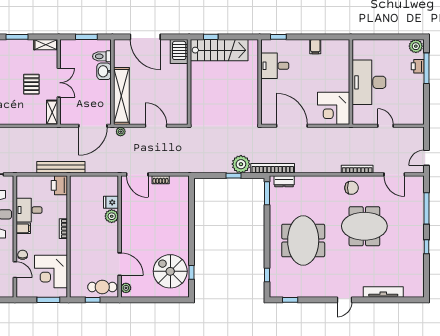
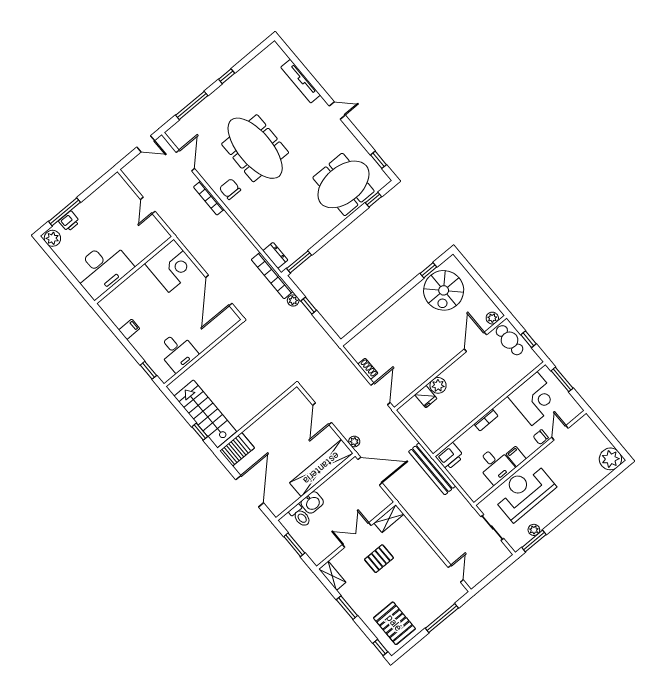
desk: (369, 82) -> (102, 269), moved
plant: (241, 164) -> (293, 300), width x0.53, depth x0.53
meeting table: (364, 226) -> (255, 148), width x1.36
meeting table: (303, 240) -> (343, 184), moved

